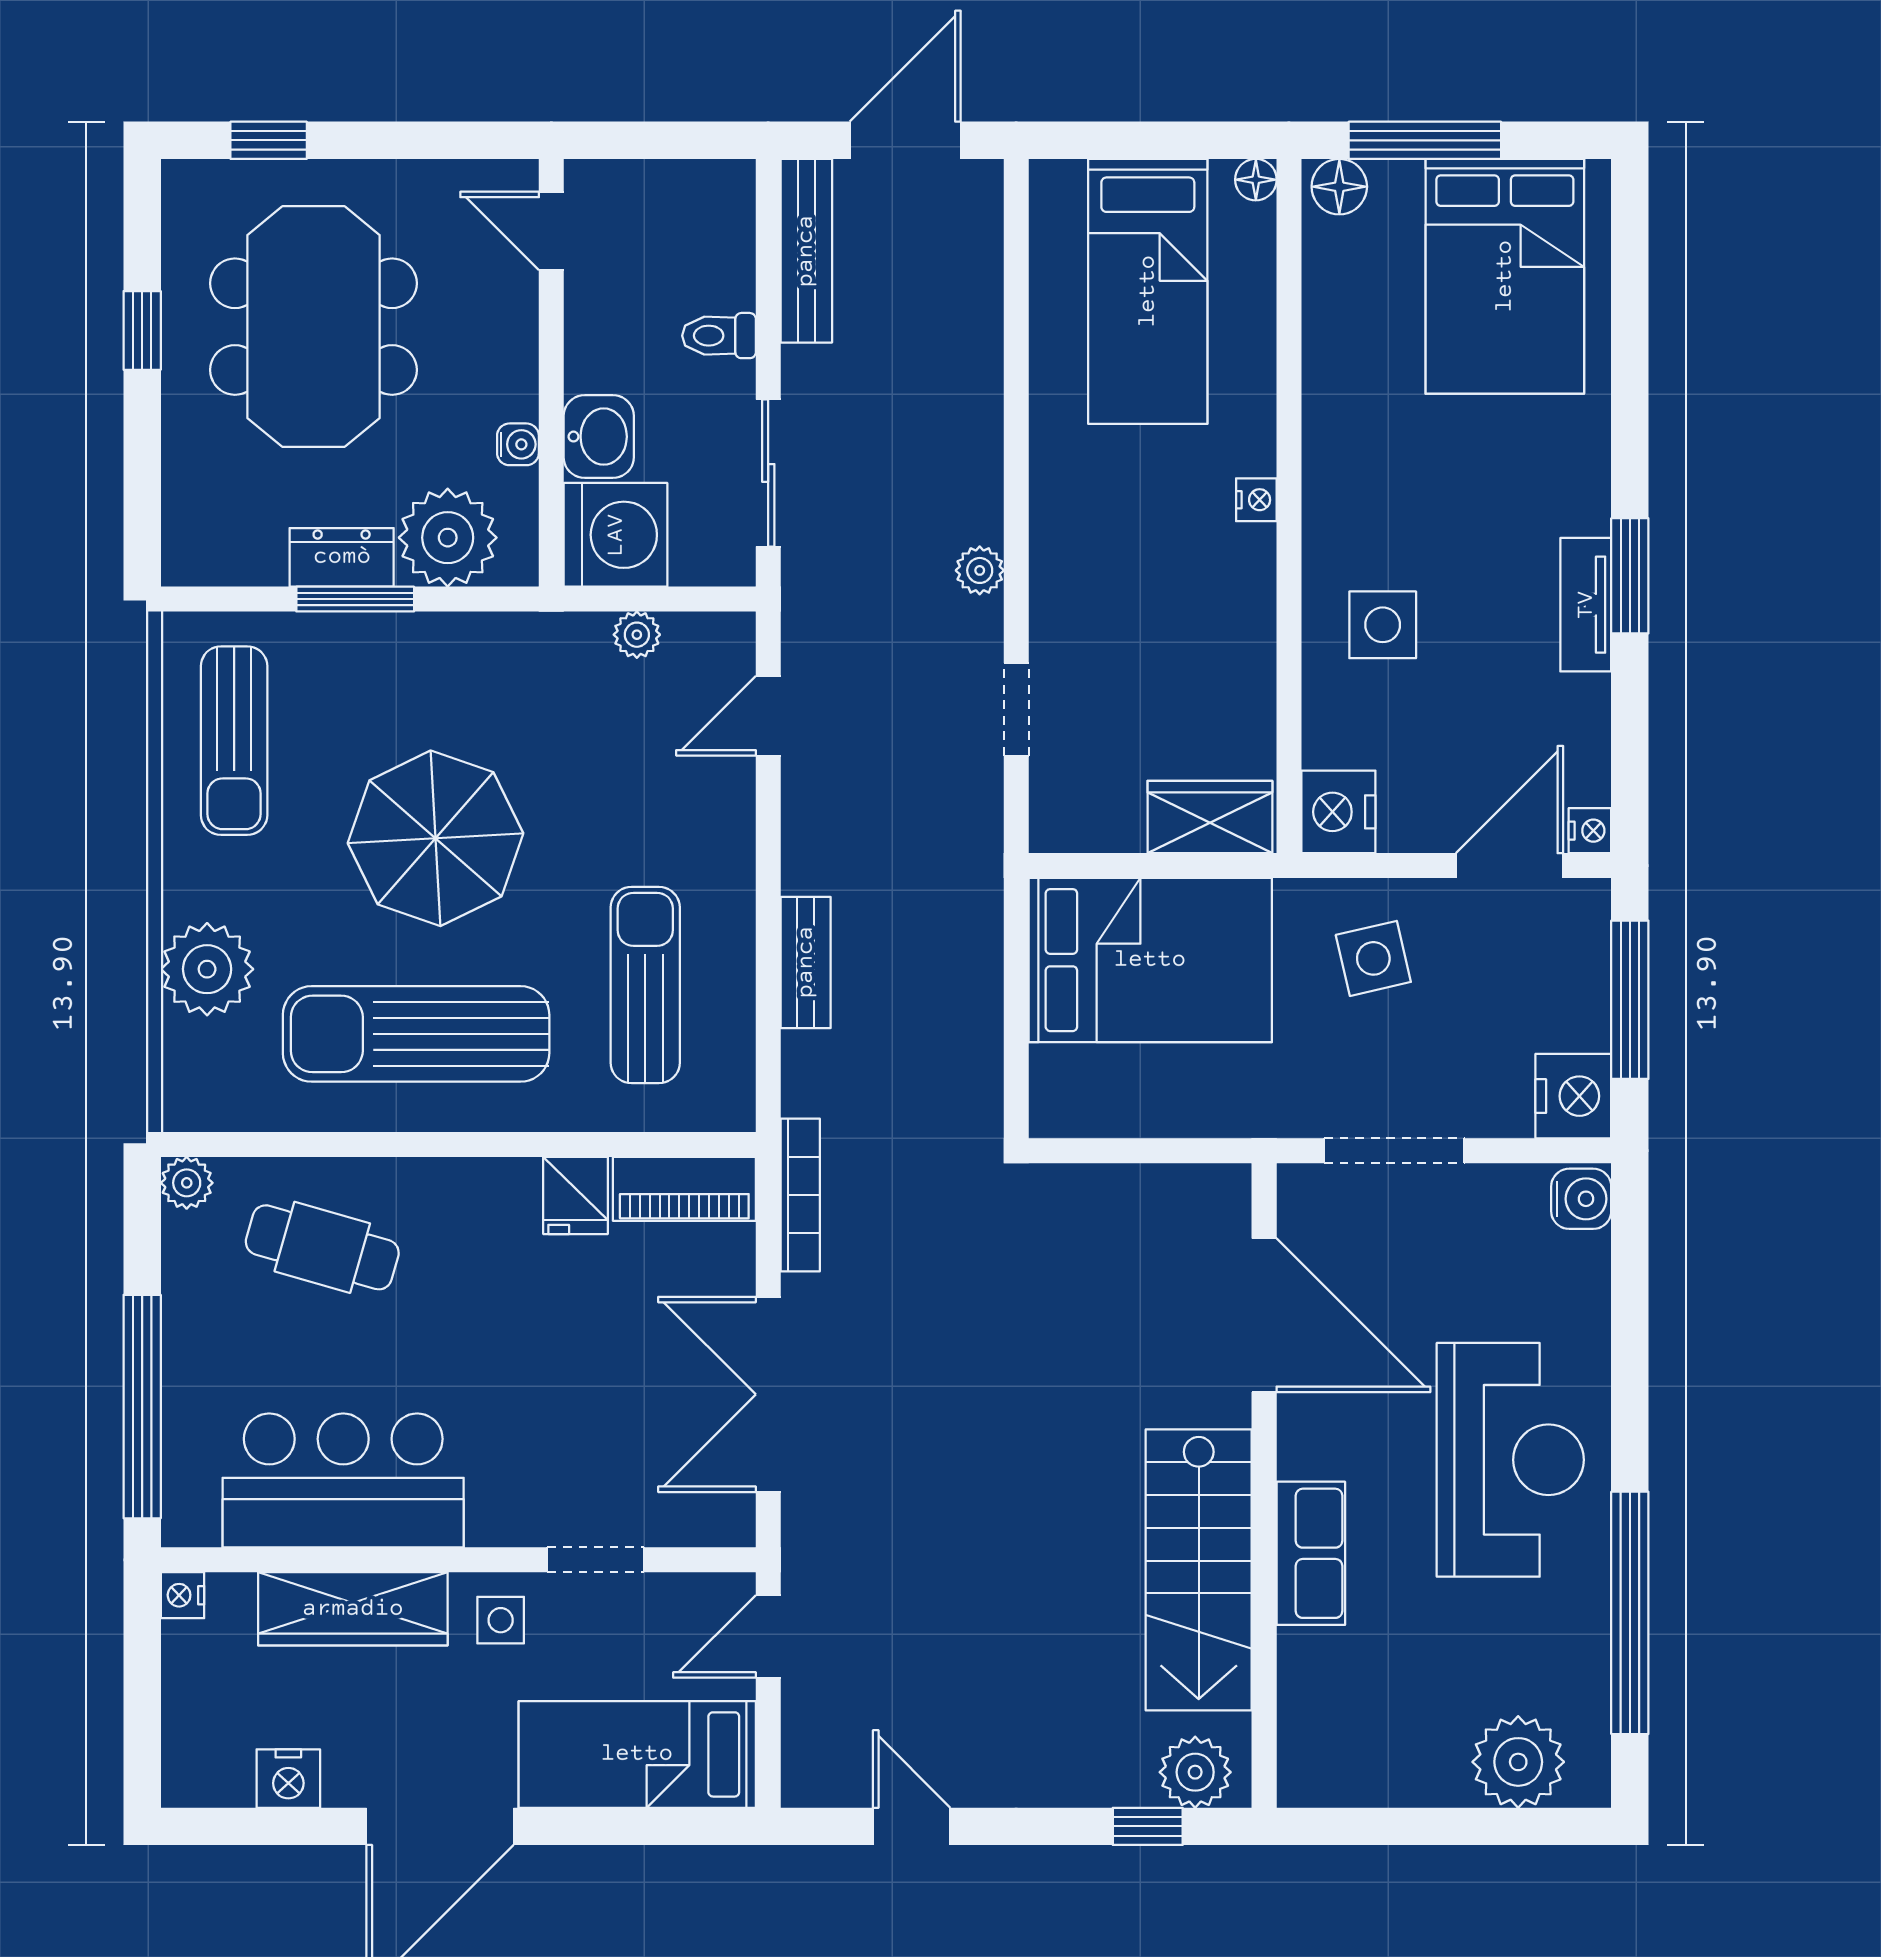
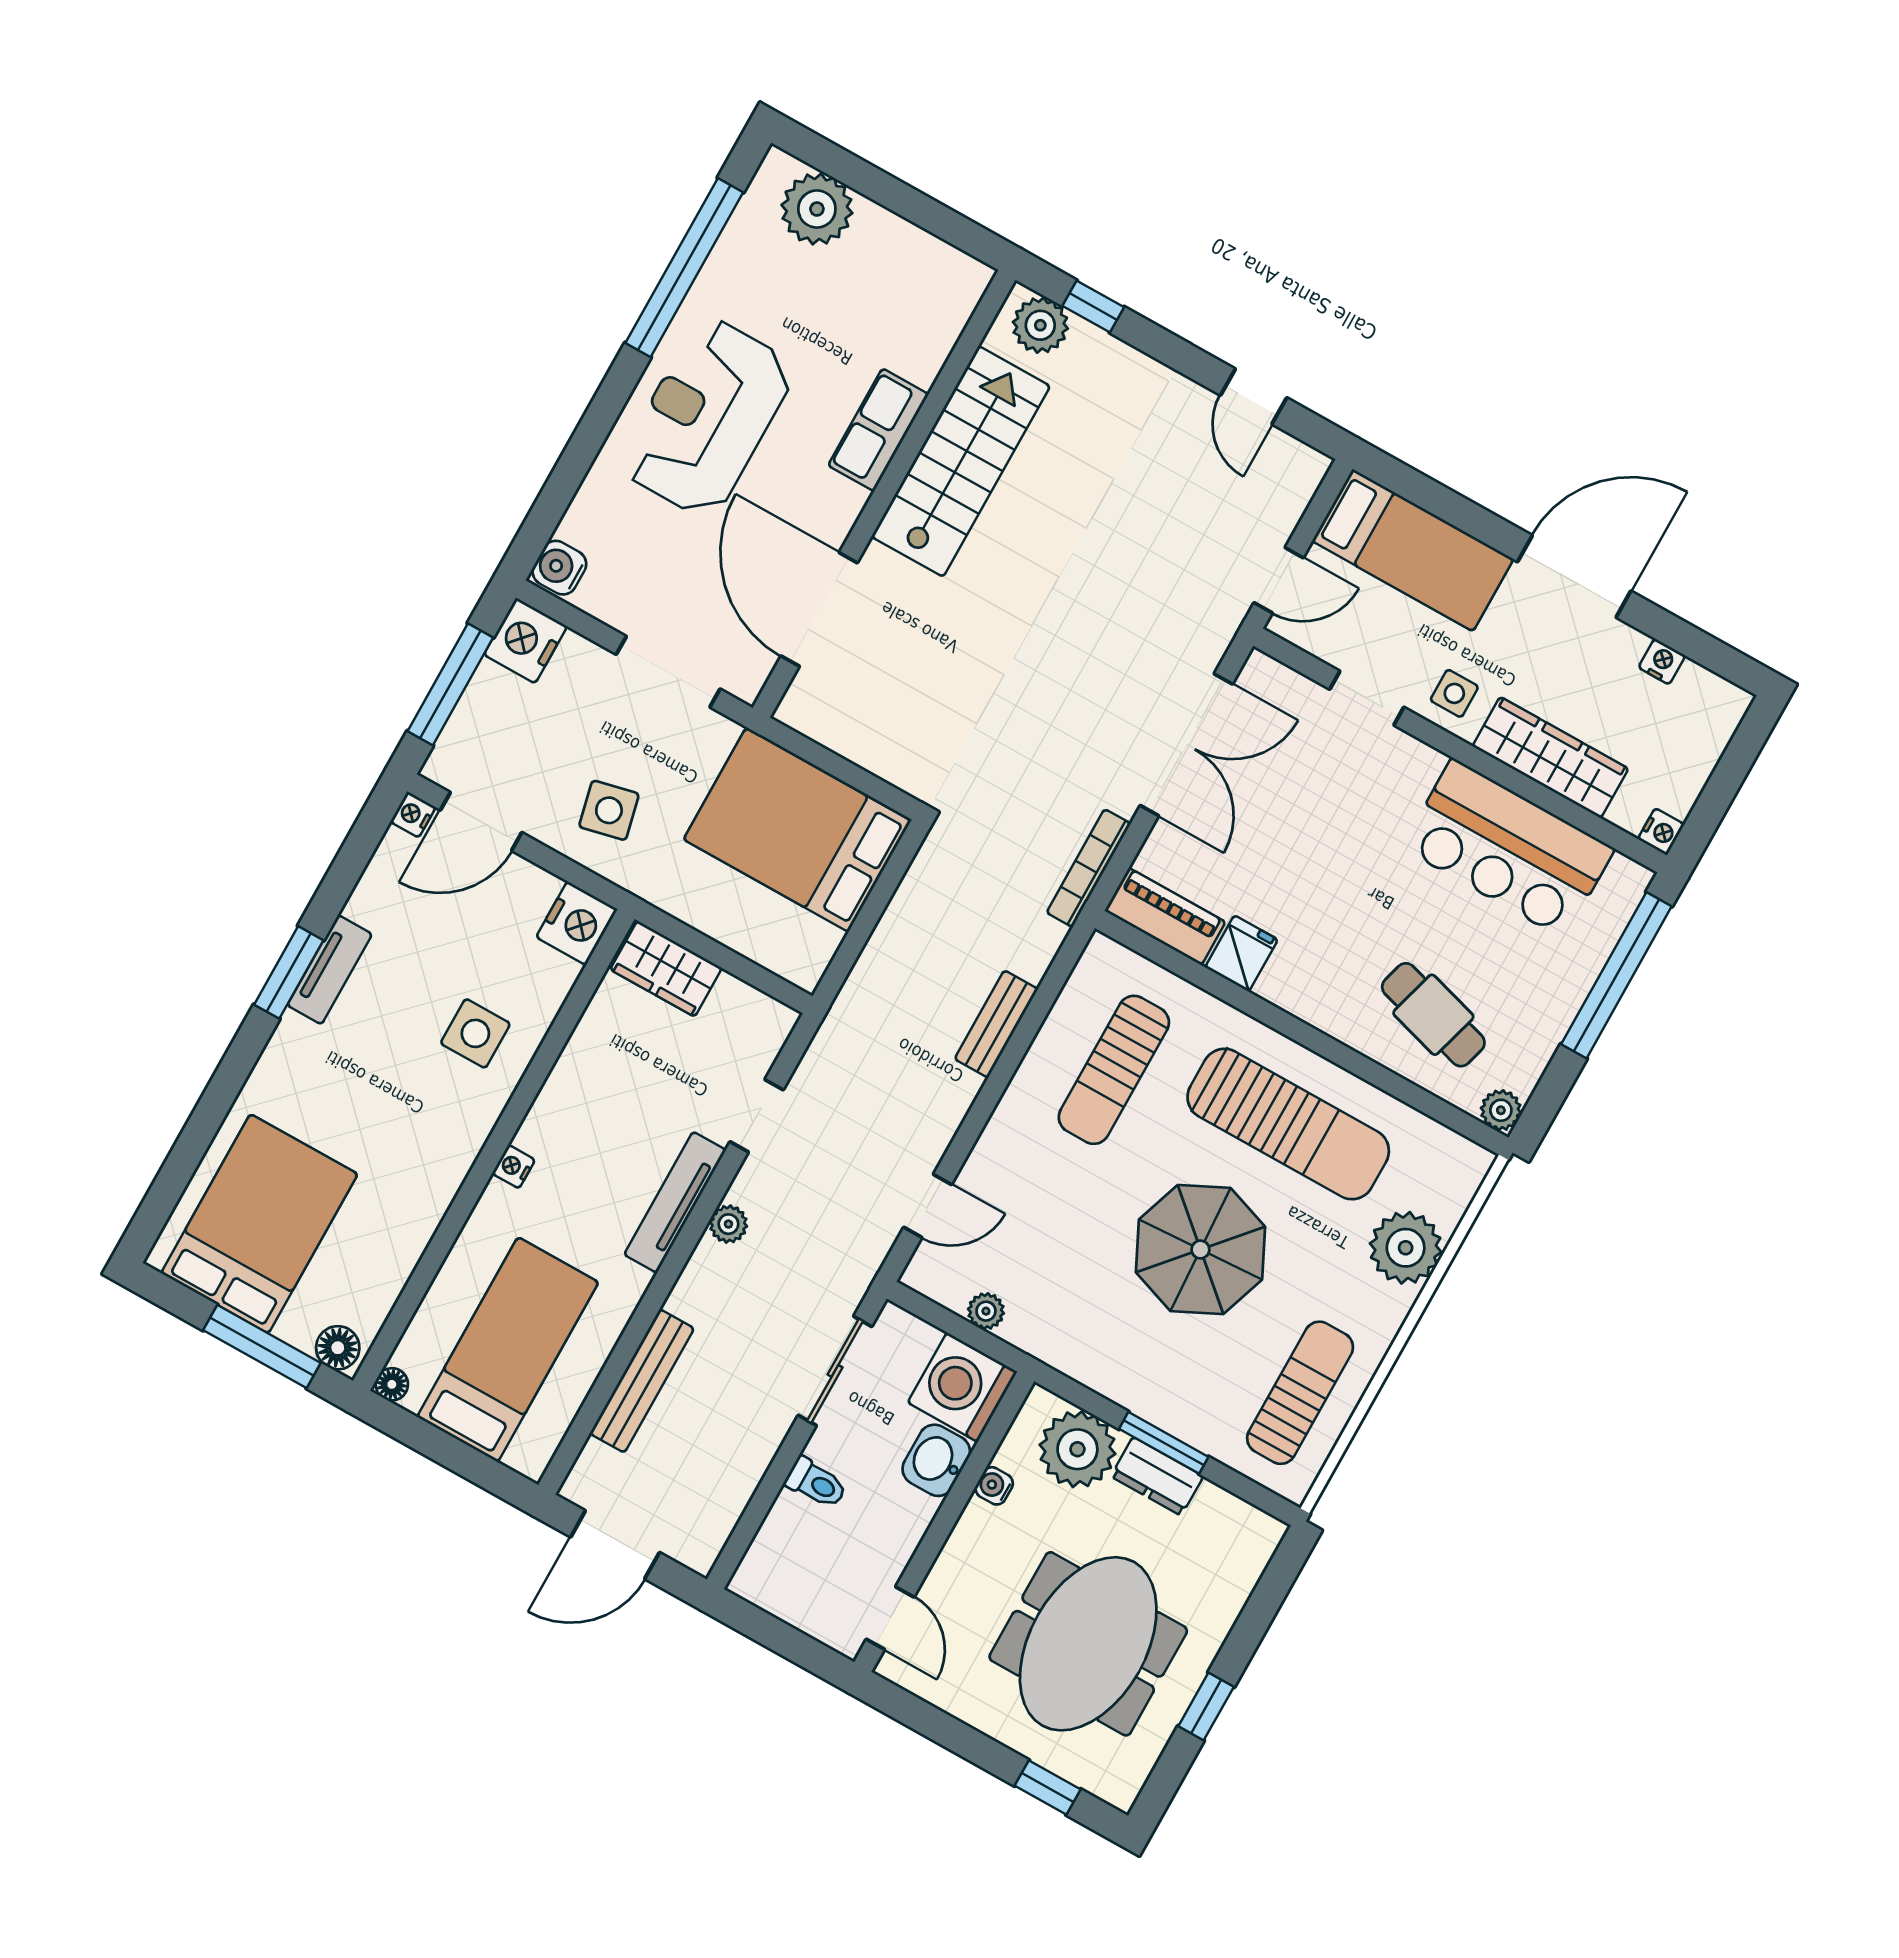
bench: (806, 251) -> (642, 1381), moved
tv unit: (1053, 561) -> (675, 1202), added
bed: (1150, 960) -> (797, 830), moved
nightstand: (288, 1779) -> (1662, 662), width x0.72, depth x0.74

